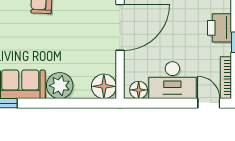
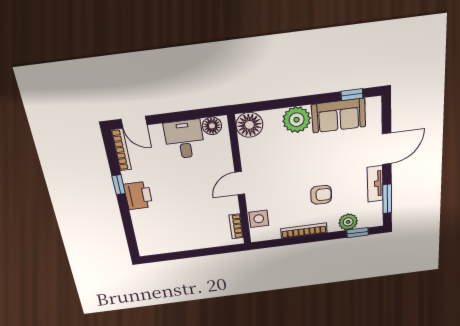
door: (120, 27) -> (240, 183), width x0.53
desk: (172, 80) -> (184, 139), width x0.73

